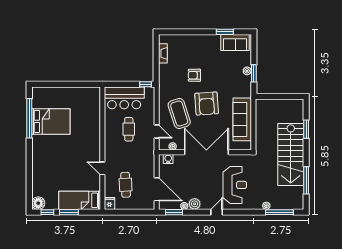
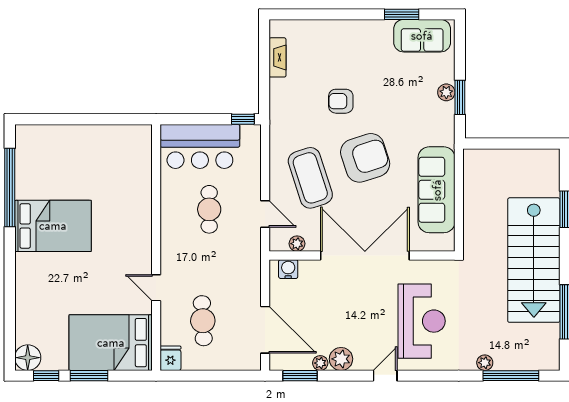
armchair: (207, 104) -> (365, 158), turned -104
bed: (51, 121) -> (53, 226), moved
bed: (80, 200) -> (111, 343), width x1.50

